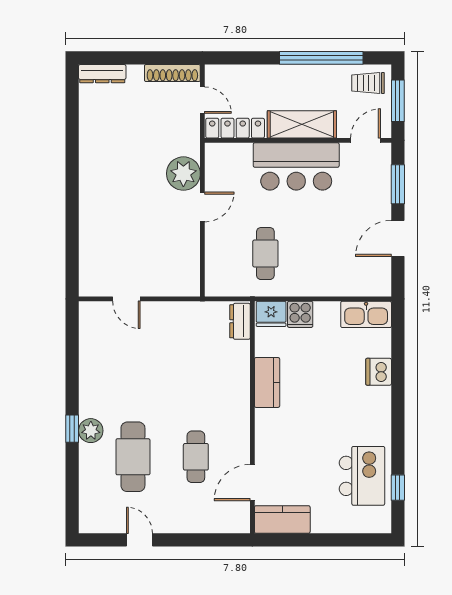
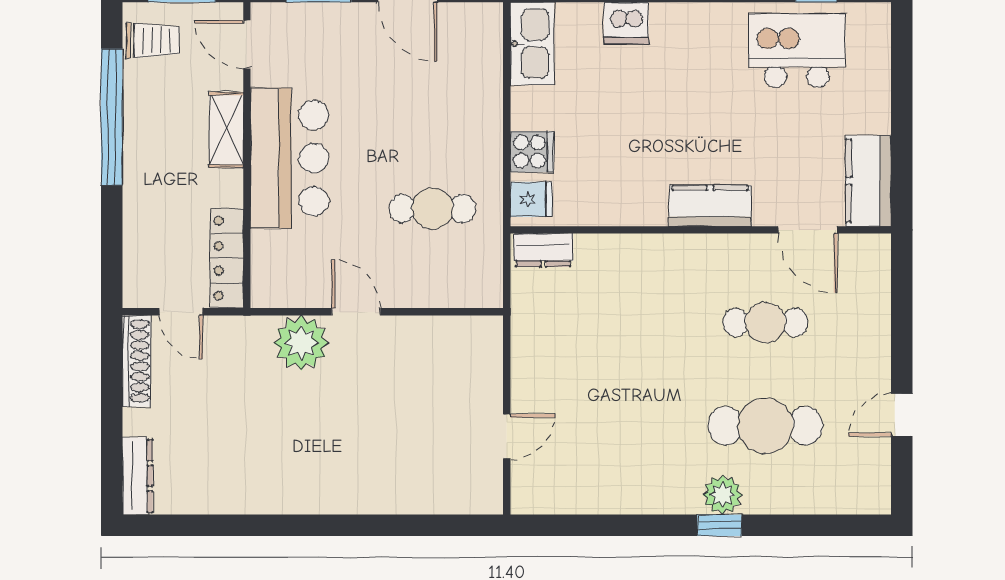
trolley: (368, 83) -> (153, 40), turned -90
door: (202, 100) -> (181, 312), swing flipped
shelving: (302, 124) -> (226, 130), width x0.67, depth x0.75
fridge: (271, 314) -> (531, 199), width x0.72
kitchen counter: (267, 382) -> (710, 206), moved

